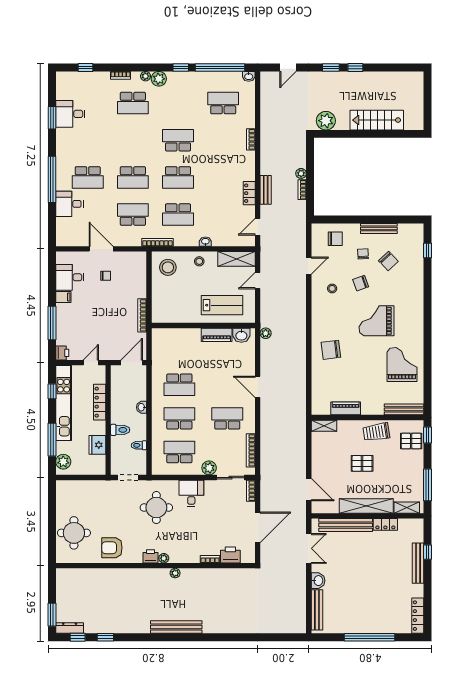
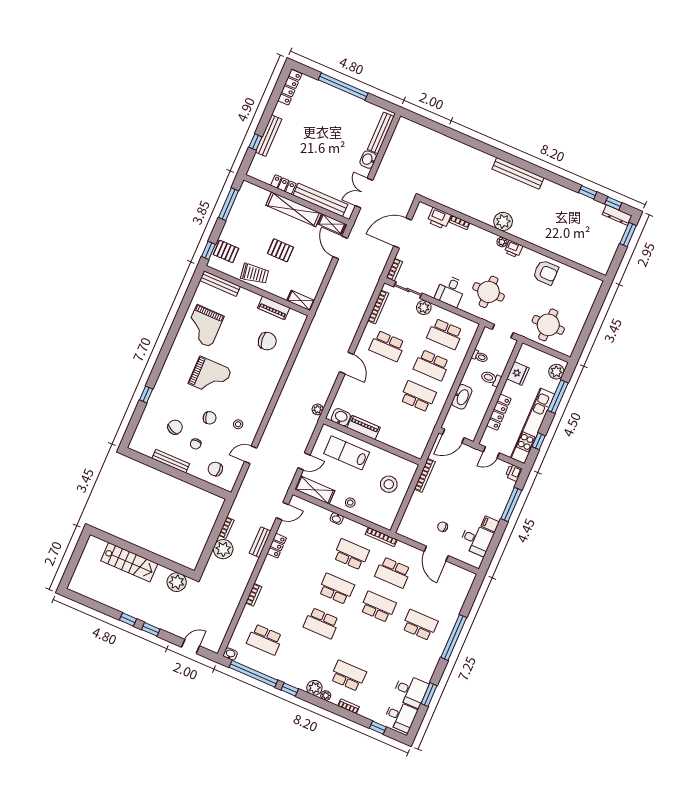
plant: (301, 173) -> (223, 549), width x1.88, depth x1.88
desk: (69, 204) -> (400, 716), moved
window: (428, 251) -> (146, 395), moved
chair: (388, 261) -> (175, 427), turned 66
stool: (168, 267) -> (389, 484), moved
chair: (331, 350) -> (267, 341), moved
washbasin: (142, 407) -> (462, 397), width x1.91, depth x1.45
shelving: (407, 508) -> (332, 224), moved
round table: (74, 533) -> (548, 325), moved
plant: (175, 573) -> (503, 221), width x1.88, depth x1.88

